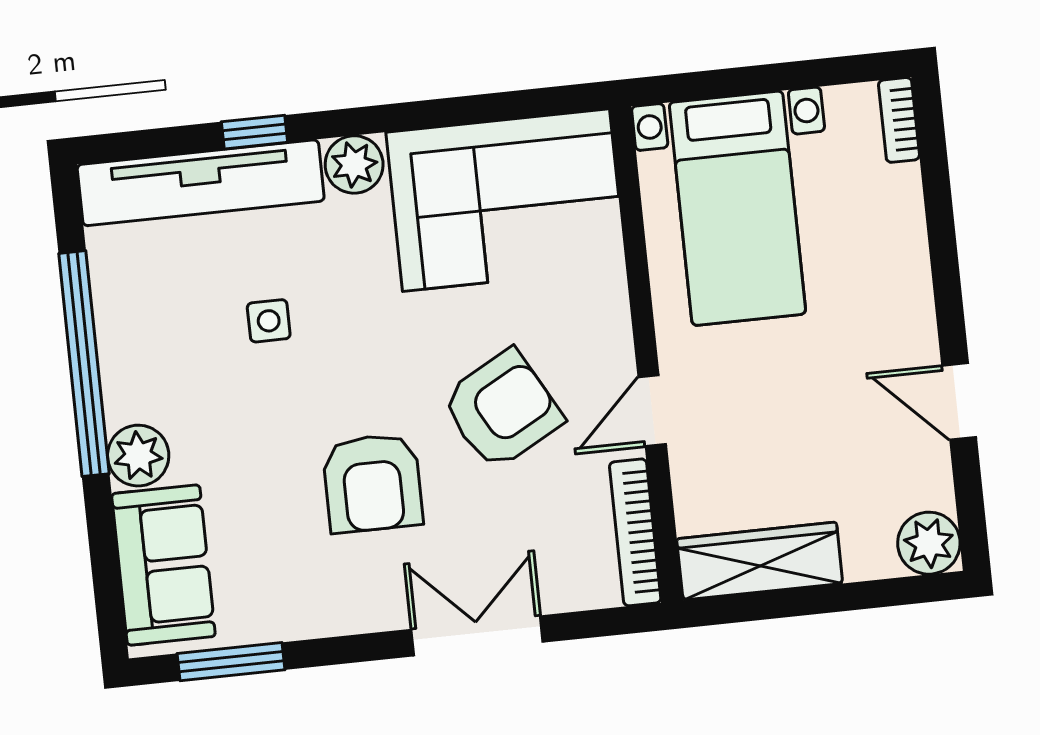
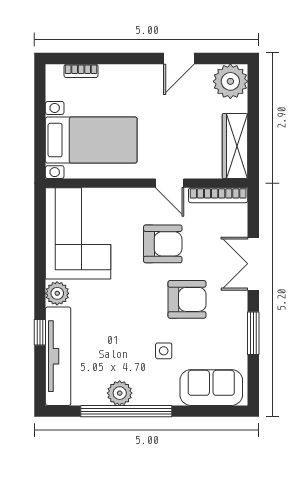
bookcase: (899, 120) -> (81, 71), moved
side table: (269, 321) -> (164, 351), moved
armchair: (502, 410) -> (163, 244), turned 119
plant: (138, 456) -> (120, 393), moved
plant: (929, 543) -> (230, 81), width x1.36, depth x1.36
window: (231, 662) -> (253, 333), moved

